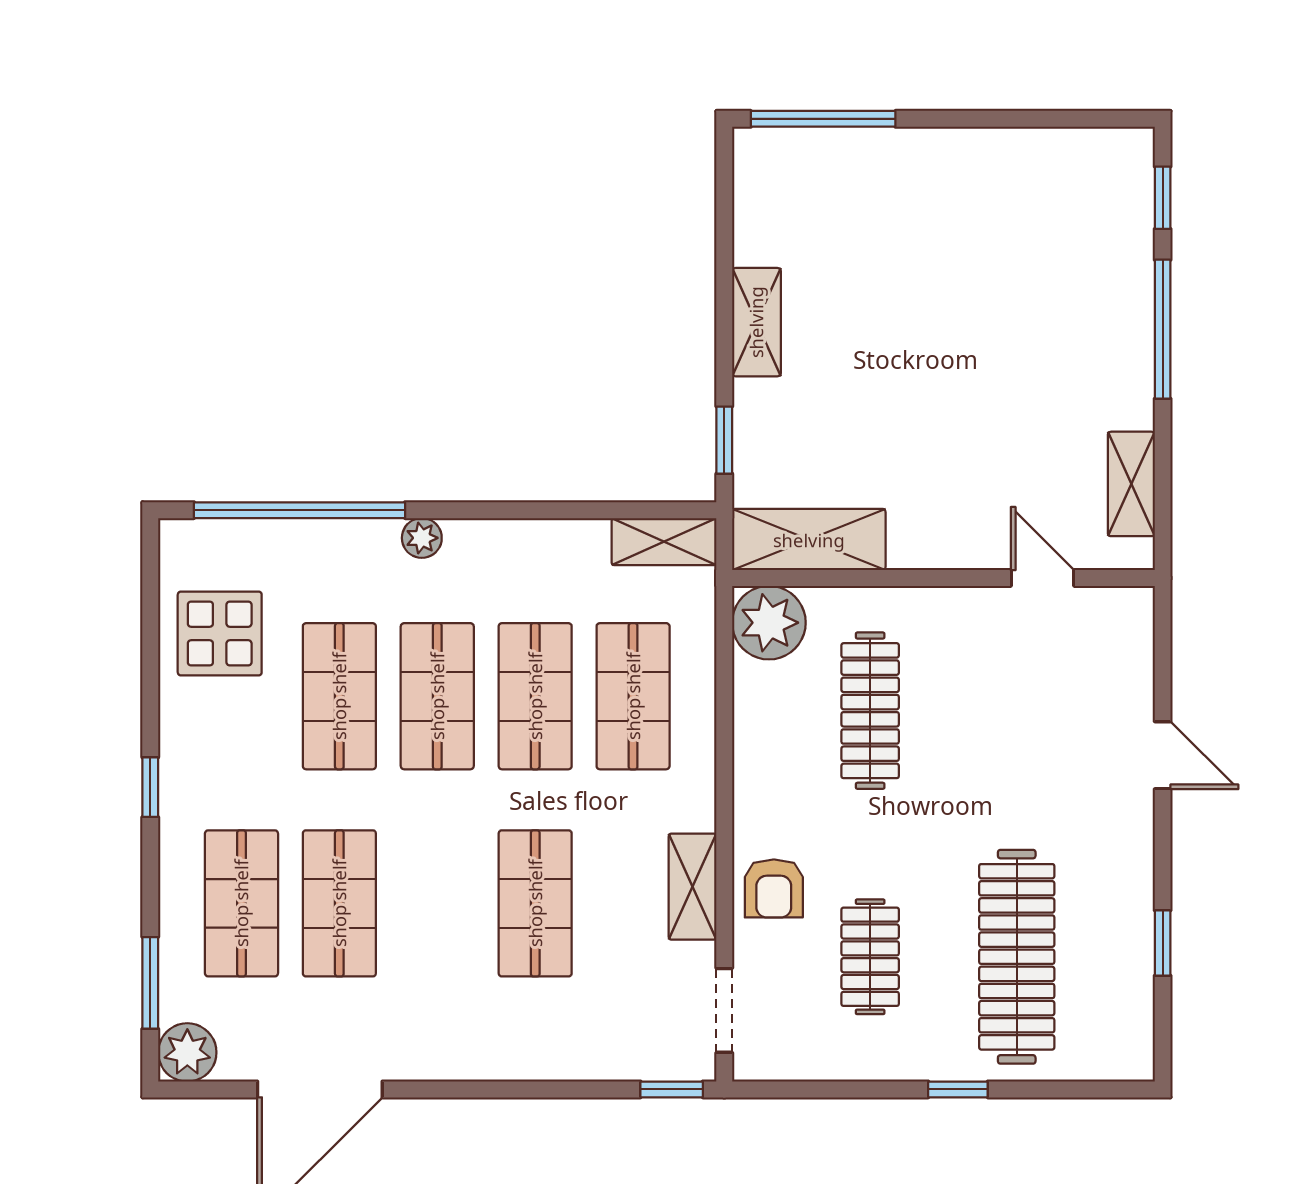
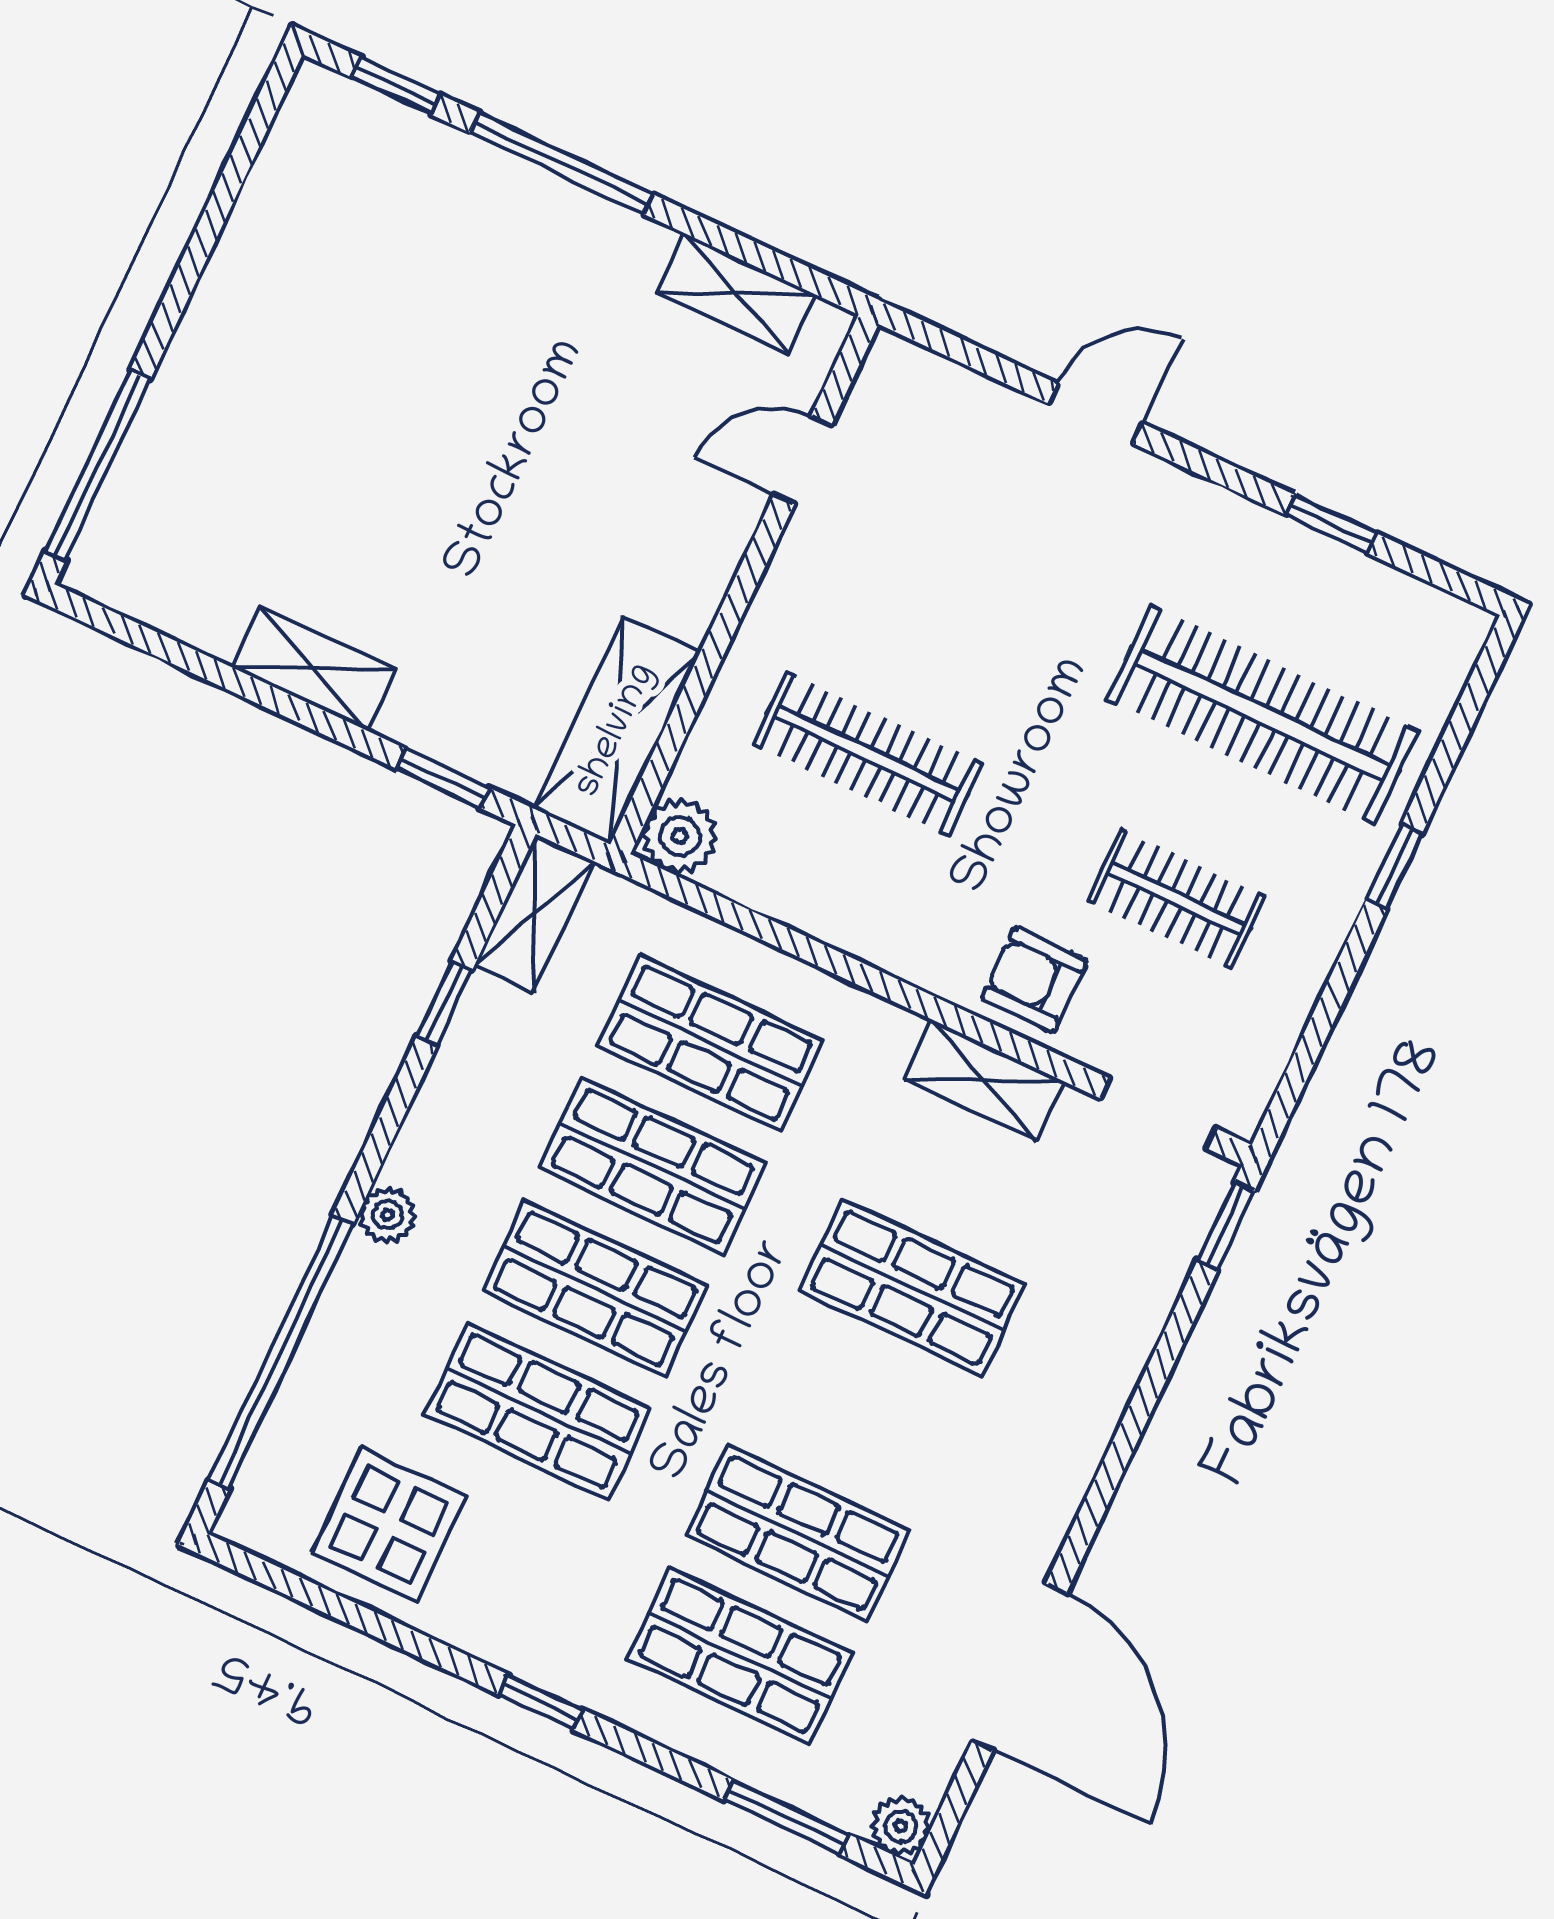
window: (578, 510) -> (444, 1003), added
plant: (769, 623) -> (680, 836), width x0.73, depth x0.73
armchair: (774, 888) -> (1034, 980), turned 180
plant: (187, 1052) -> (900, 1826), width x0.73, depth x0.73

